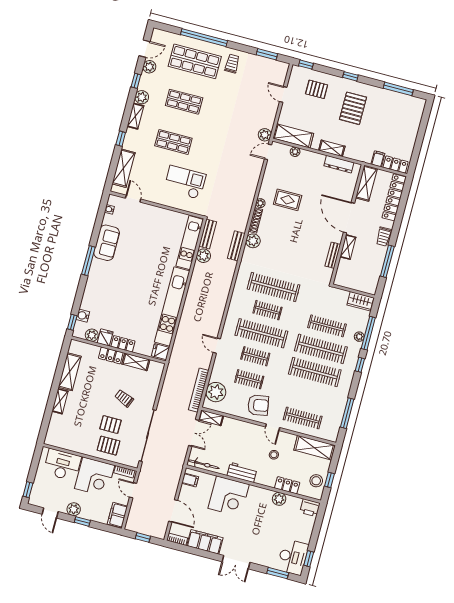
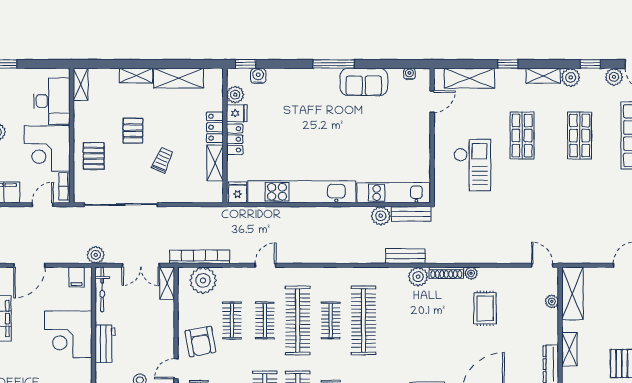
plant: (265, 135) -> (96, 255), moved
pallet: (110, 425) -> (133, 131), moved
shelving: (56, 442) -> (81, 84), added

